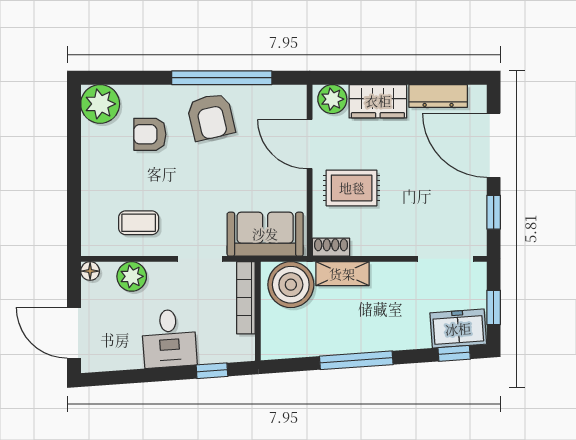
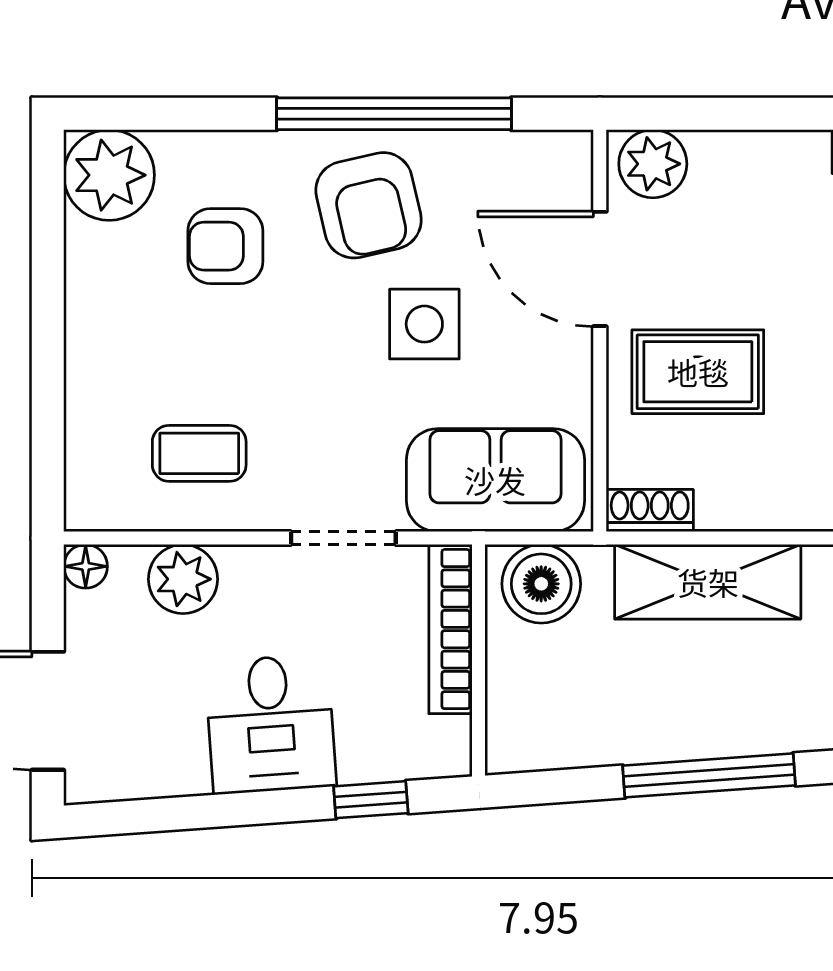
wardrobe: (378, 101) -> (759, 169), removed
side table: (235, 168) -> (424, 324), added
shelving: (342, 274) -> (708, 582), width x1.50, depth x1.33
boiler: (291, 285) -> (541, 584), width x0.73, depth x0.73

